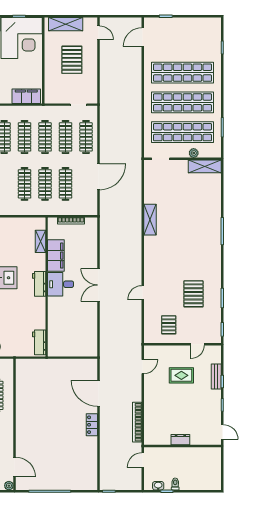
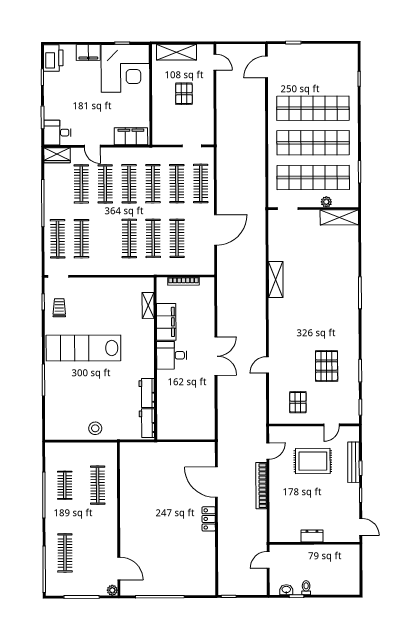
pallet: (72, 60) -> (184, 94), width x0.67, depth x0.71
workbench: (39, 284) -> (147, 393), moved
double door: (99, 285) -> (216, 356), swing flipped
rug: (181, 375) -> (313, 461), width x1.36, depth x1.43
bench: (216, 376) -> (354, 462), width x1.36
bookcase: (137, 422) -> (261, 486), moved

